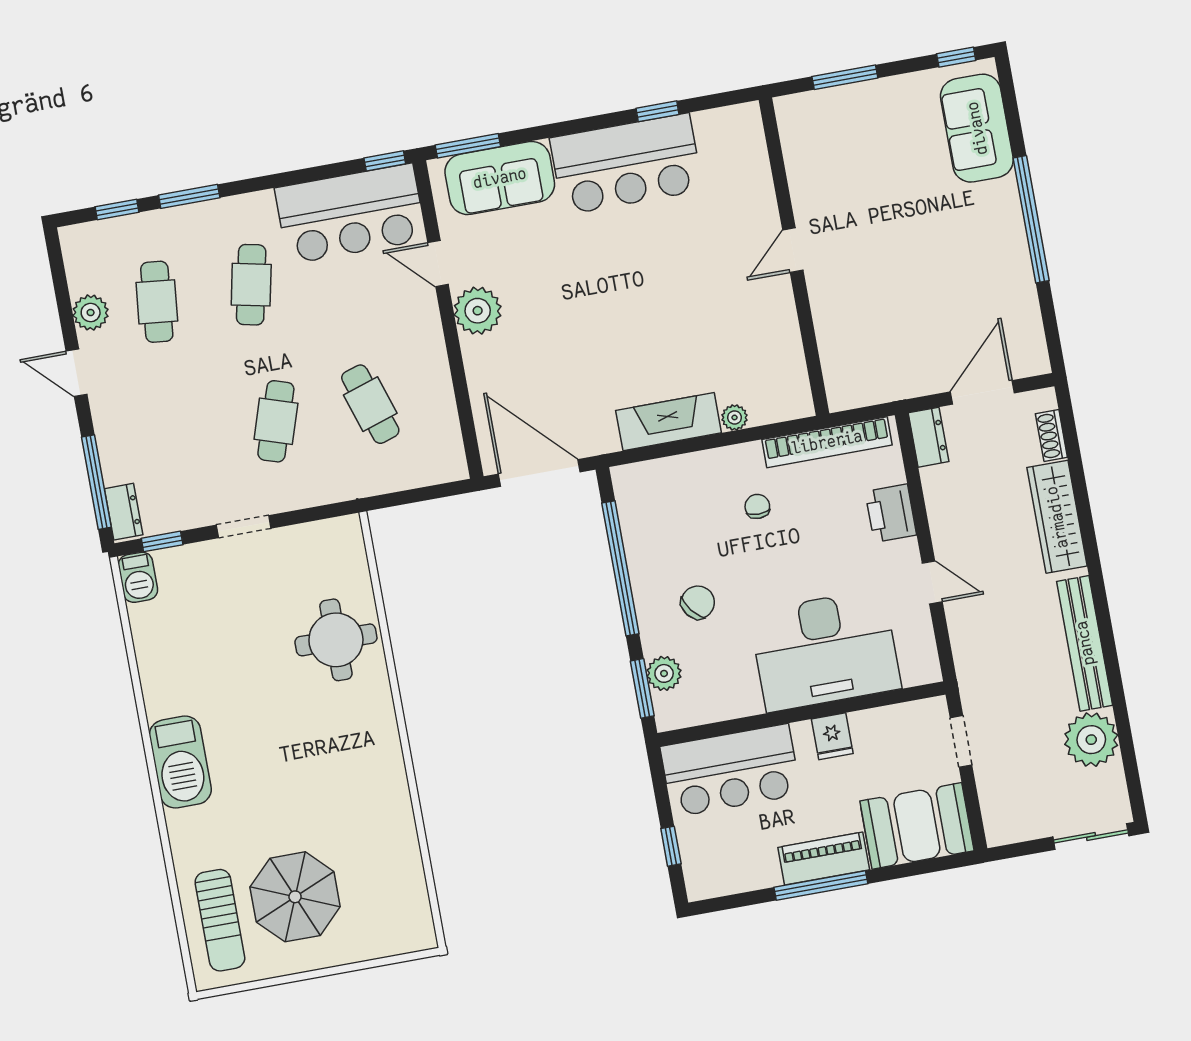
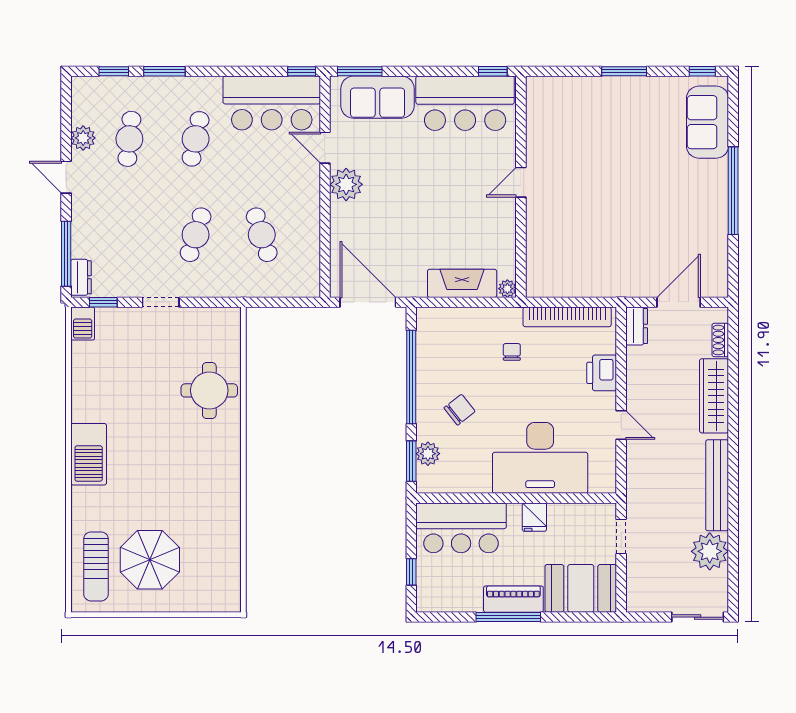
door: (793, 250) -> (521, 182), moved
wall: (794, 257) -> (521, 187), moved

